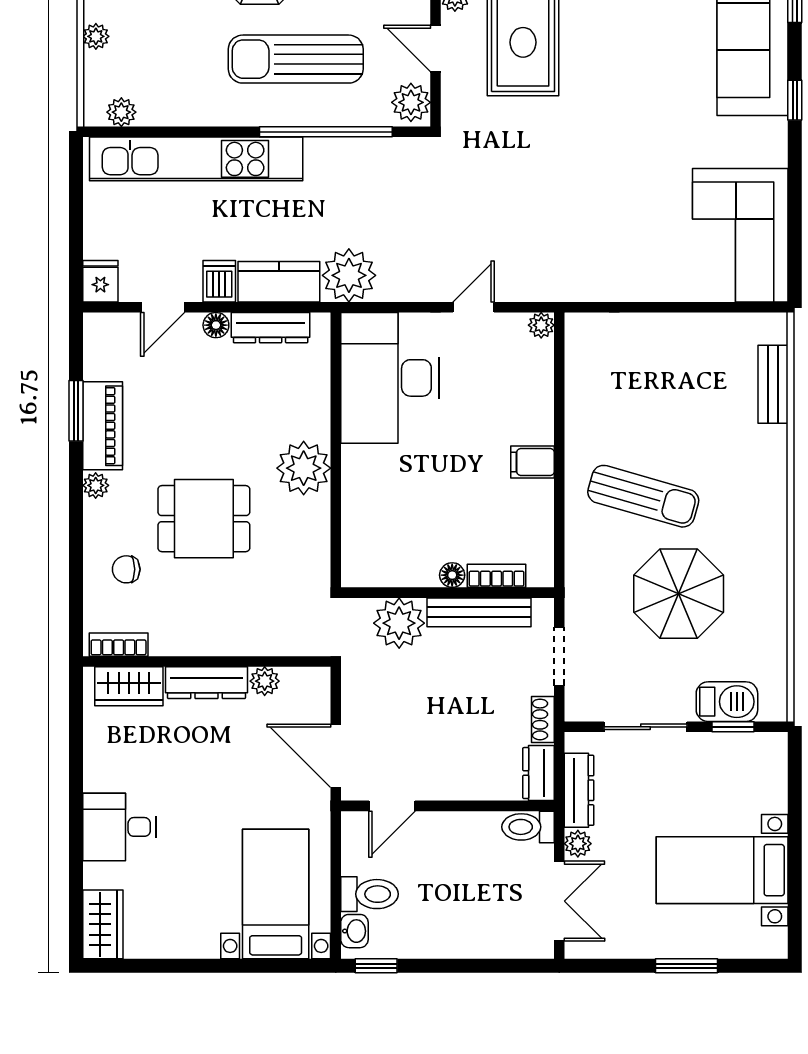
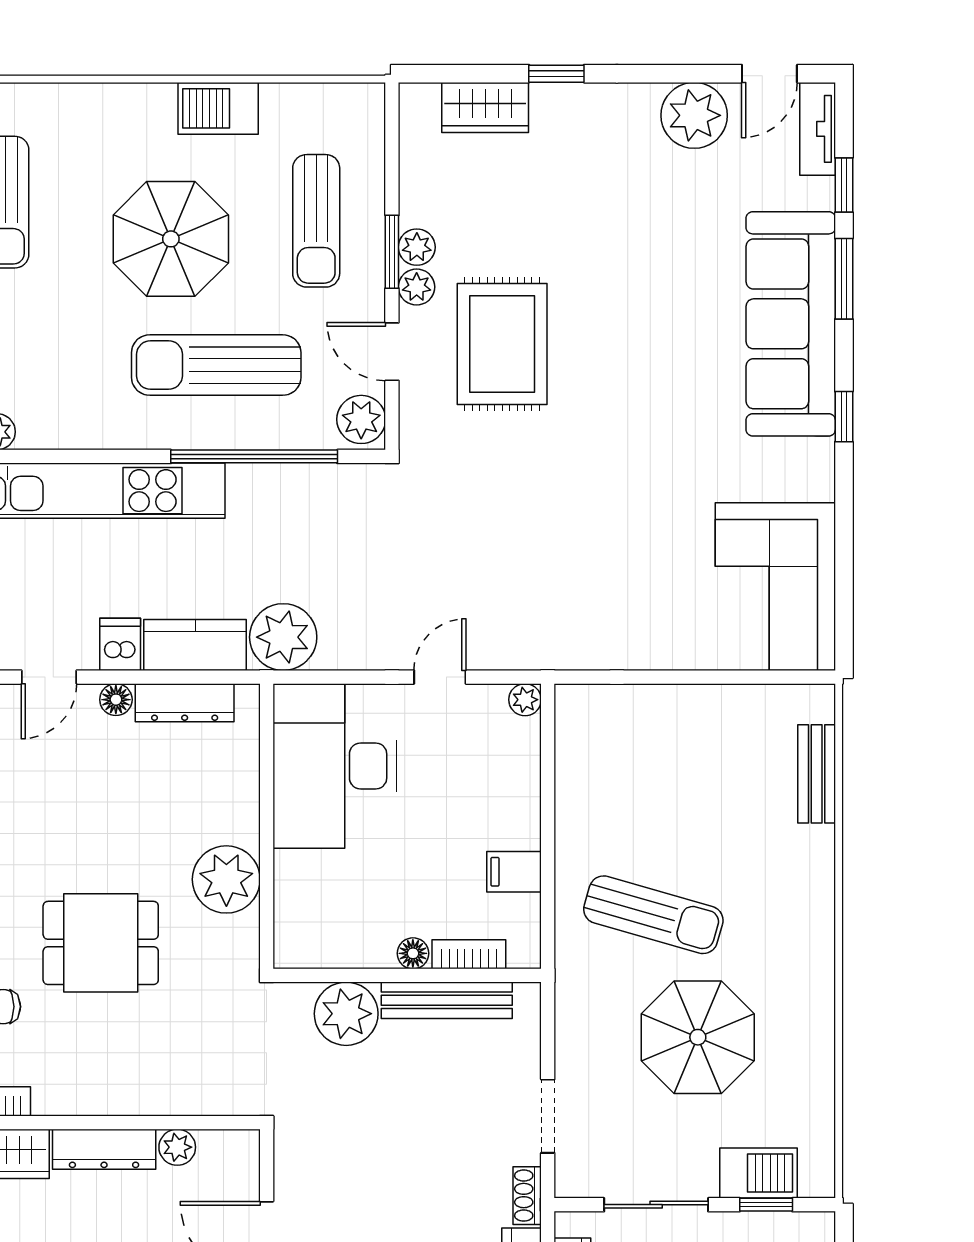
floor lamp: (452, 575) -> (413, 953), moved
bookcase: (497, 576) -> (469, 954), moved
wall: (447, 593) -> (407, 975), moved
bench: (479, 612) -> (447, 1000), moved
plant: (399, 623) -> (346, 1014), moved

